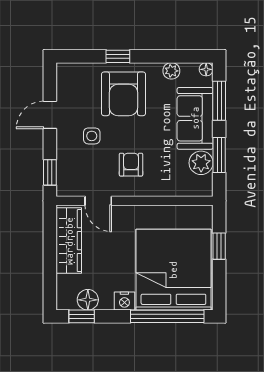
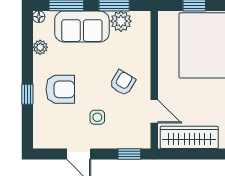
armchair: (123, 94) -> (60, 89), width x0.73, depth x0.73
armchair: (131, 165) -> (123, 83), turned 121
door: (98, 201) -> (154, 112), hinge flipped

